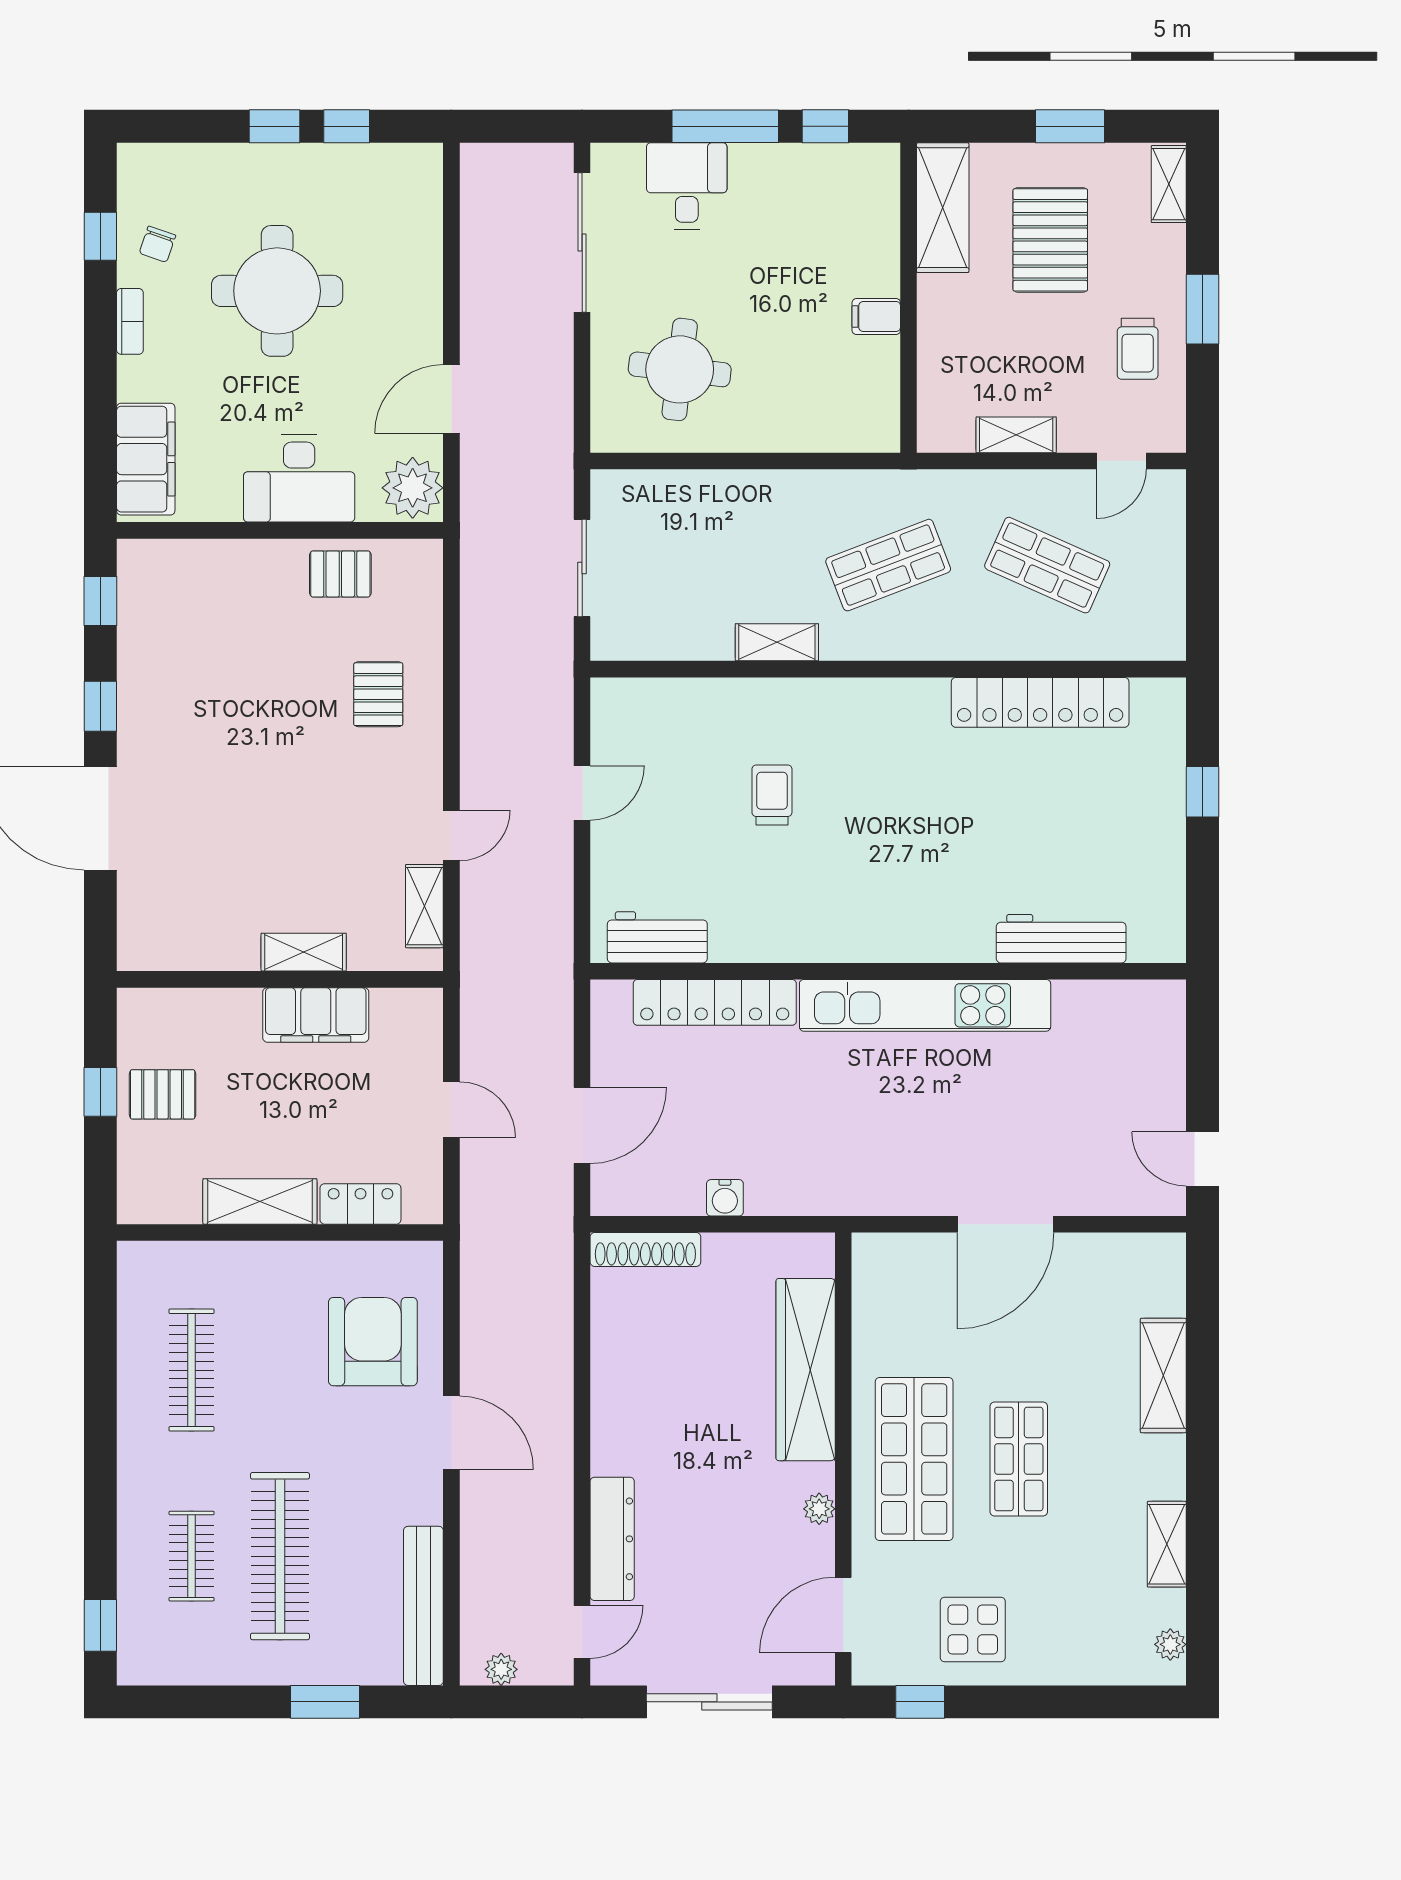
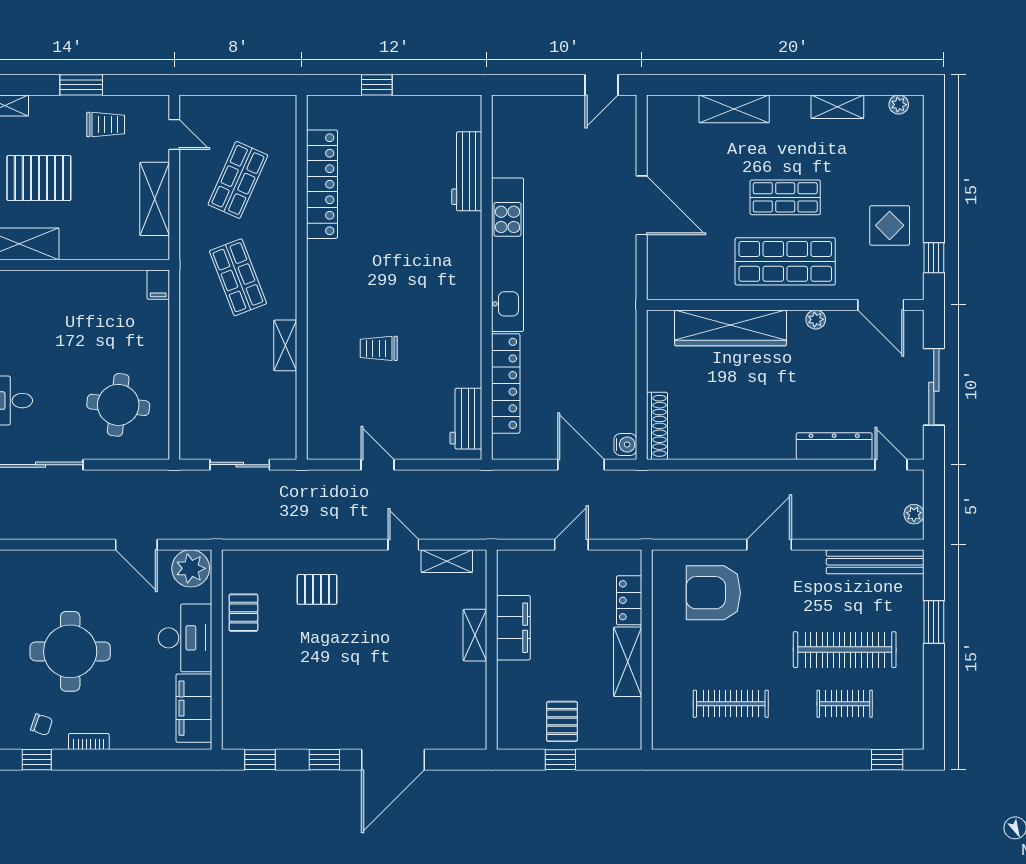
filing cabinet: (876, 317) -> (158, 285), moved
shelving: (1016, 435) -> (155, 199), width x1.50, depth x1.33
filing cabinet: (146, 459) -> (194, 708), moved, turned -90
water cooler: (725, 1198) -> (625, 444), moved

